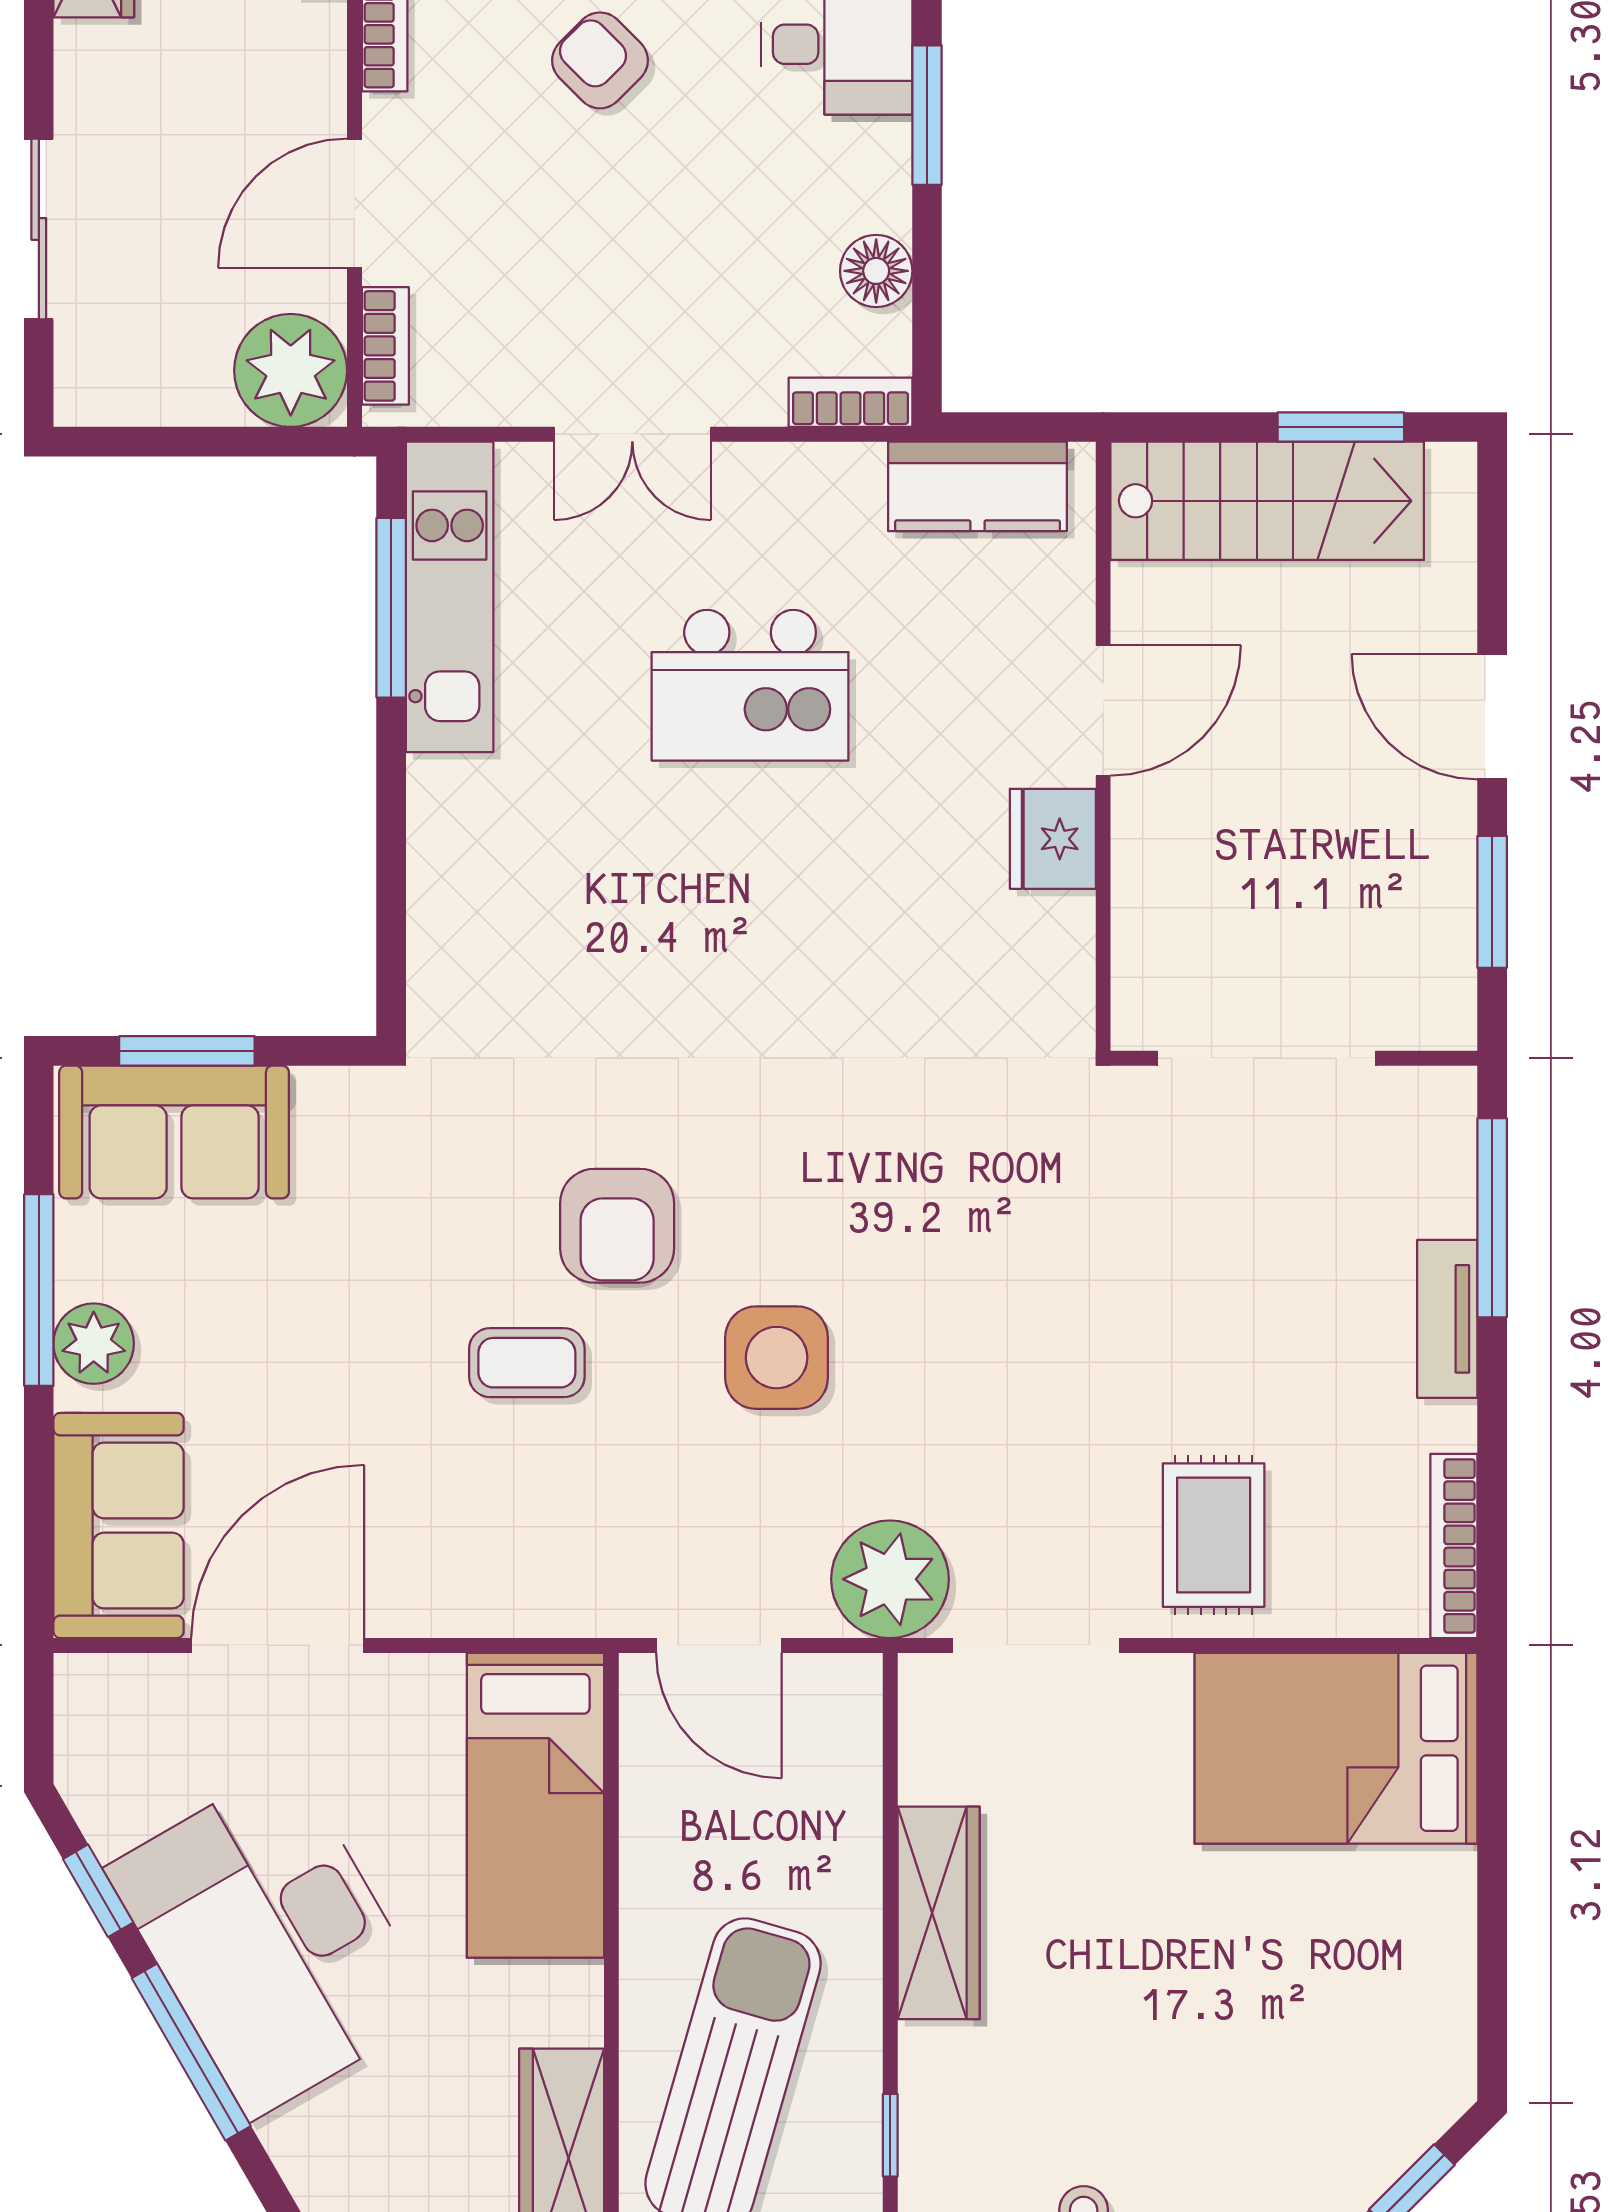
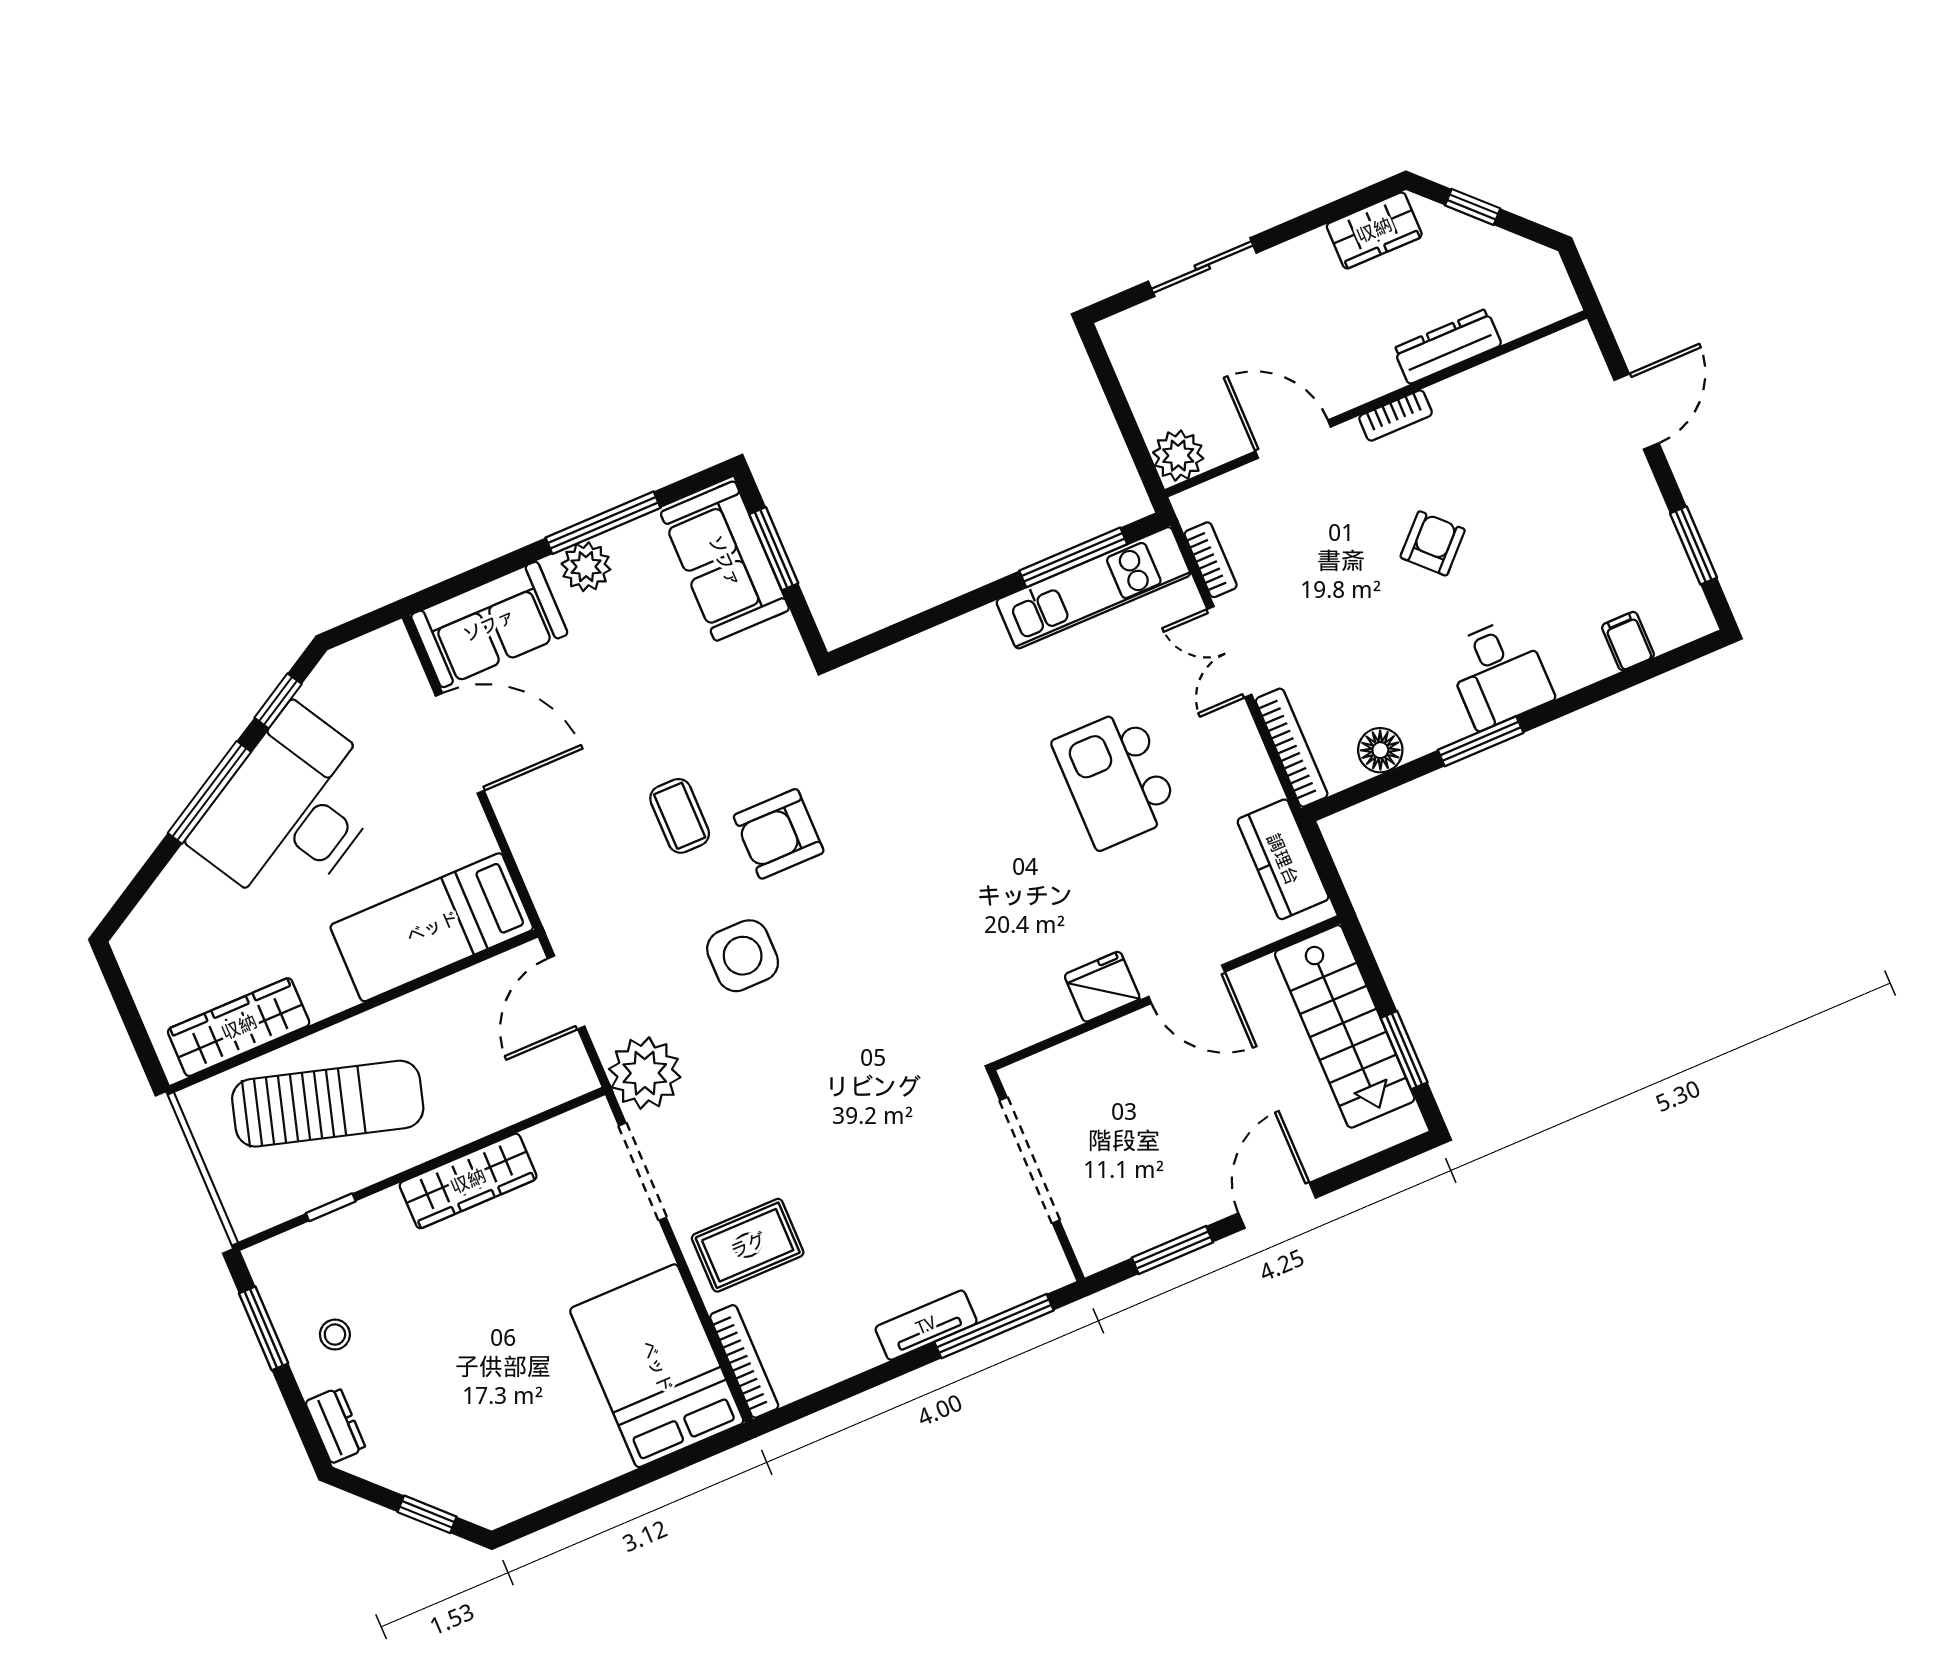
bookcase: (385, 346) -> (1211, 560), moved, turned -90
plant: (291, 370) -> (1178, 456), width x0.73, depth x0.73
bookcase: (850, 402) -> (1292, 748), width x1.56
bookcase: (1454, 1546) -> (744, 1361), moved, turned 90

